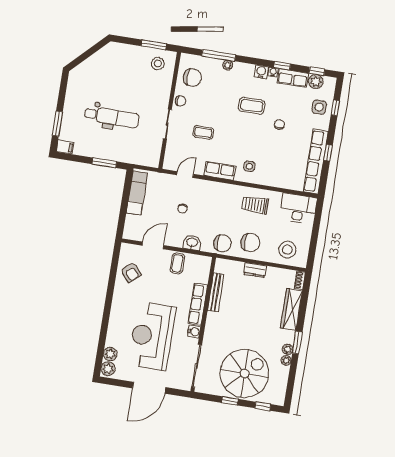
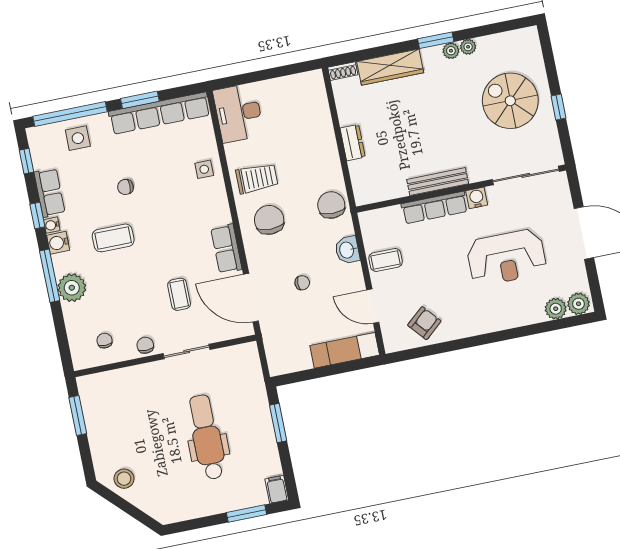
window: (219, 55) -> (50, 276), moved
stool: (158, 63) -> (124, 479), moved
plant: (228, 65) -> (72, 288), width x1.88, depth x1.88
chair: (192, 78) -> (105, 341), width x0.54, depth x0.54
plant: (316, 82) -> (42, 157), removed
coffee table: (252, 106) -> (113, 238), turned 90
window: (335, 108) -> (70, 114), width x3.17
window: (328, 153) -> (140, 100), width x1.50
side table: (249, 166) -> (204, 169), moved
door: (185, 175) -> (251, 298), width x1.87
exam couch: (137, 193) -> (345, 350), moved
trolley: (255, 205) -> (257, 178), turned -90
chair: (250, 242) -> (269, 220), moved
stool: (287, 250) -> (305, 106), removed
bench: (216, 292) -> (438, 182), moved
reception desk: (152, 336) -> (506, 257), width x0.74, depth x0.77
spiral stairs: (244, 373) -> (510, 101), width x0.73, depth x0.73
window: (263, 406) -> (548, 56), removed

